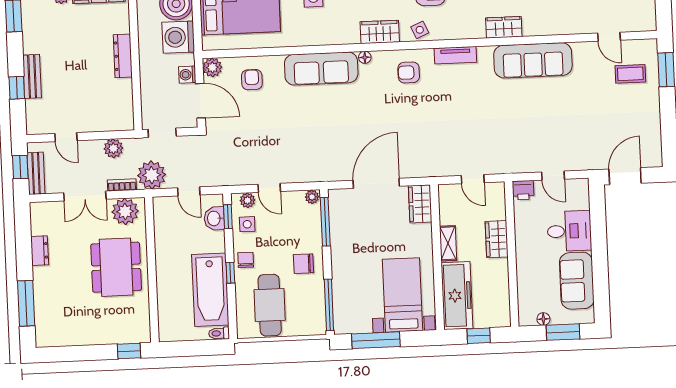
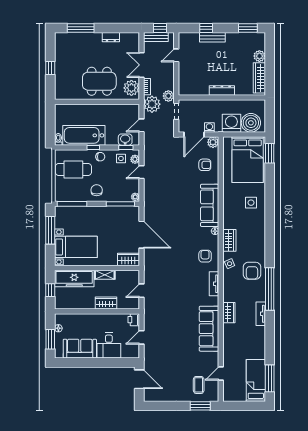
plant: (113, 148) -> (168, 96), moved
window: (129, 351) -> (50, 68), moved

